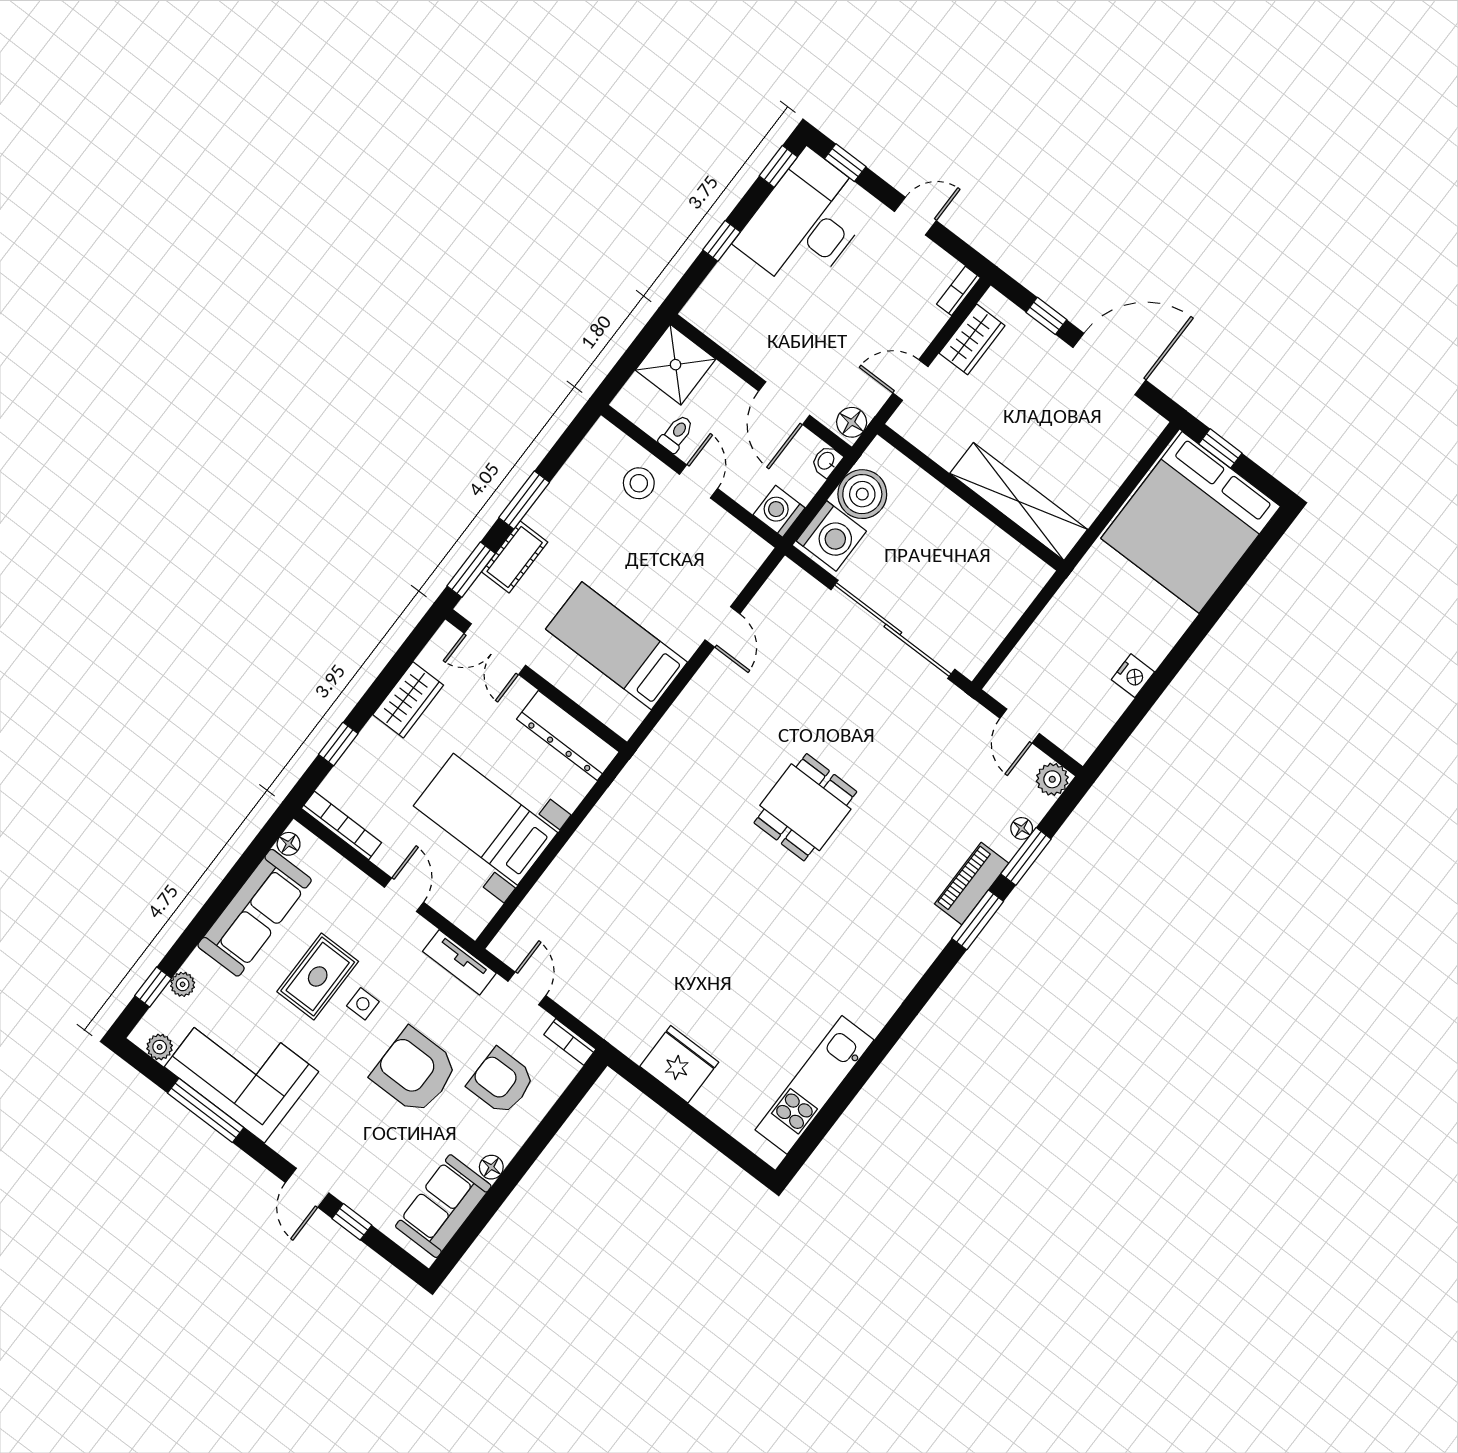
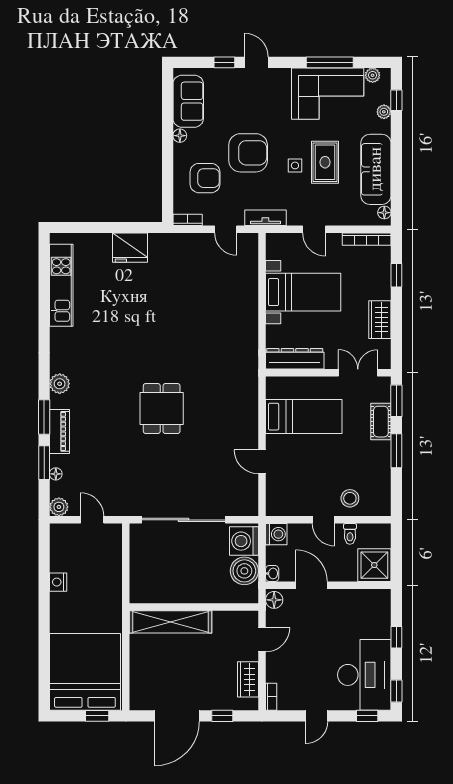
plant: (921, 950) -> (60, 384), added

